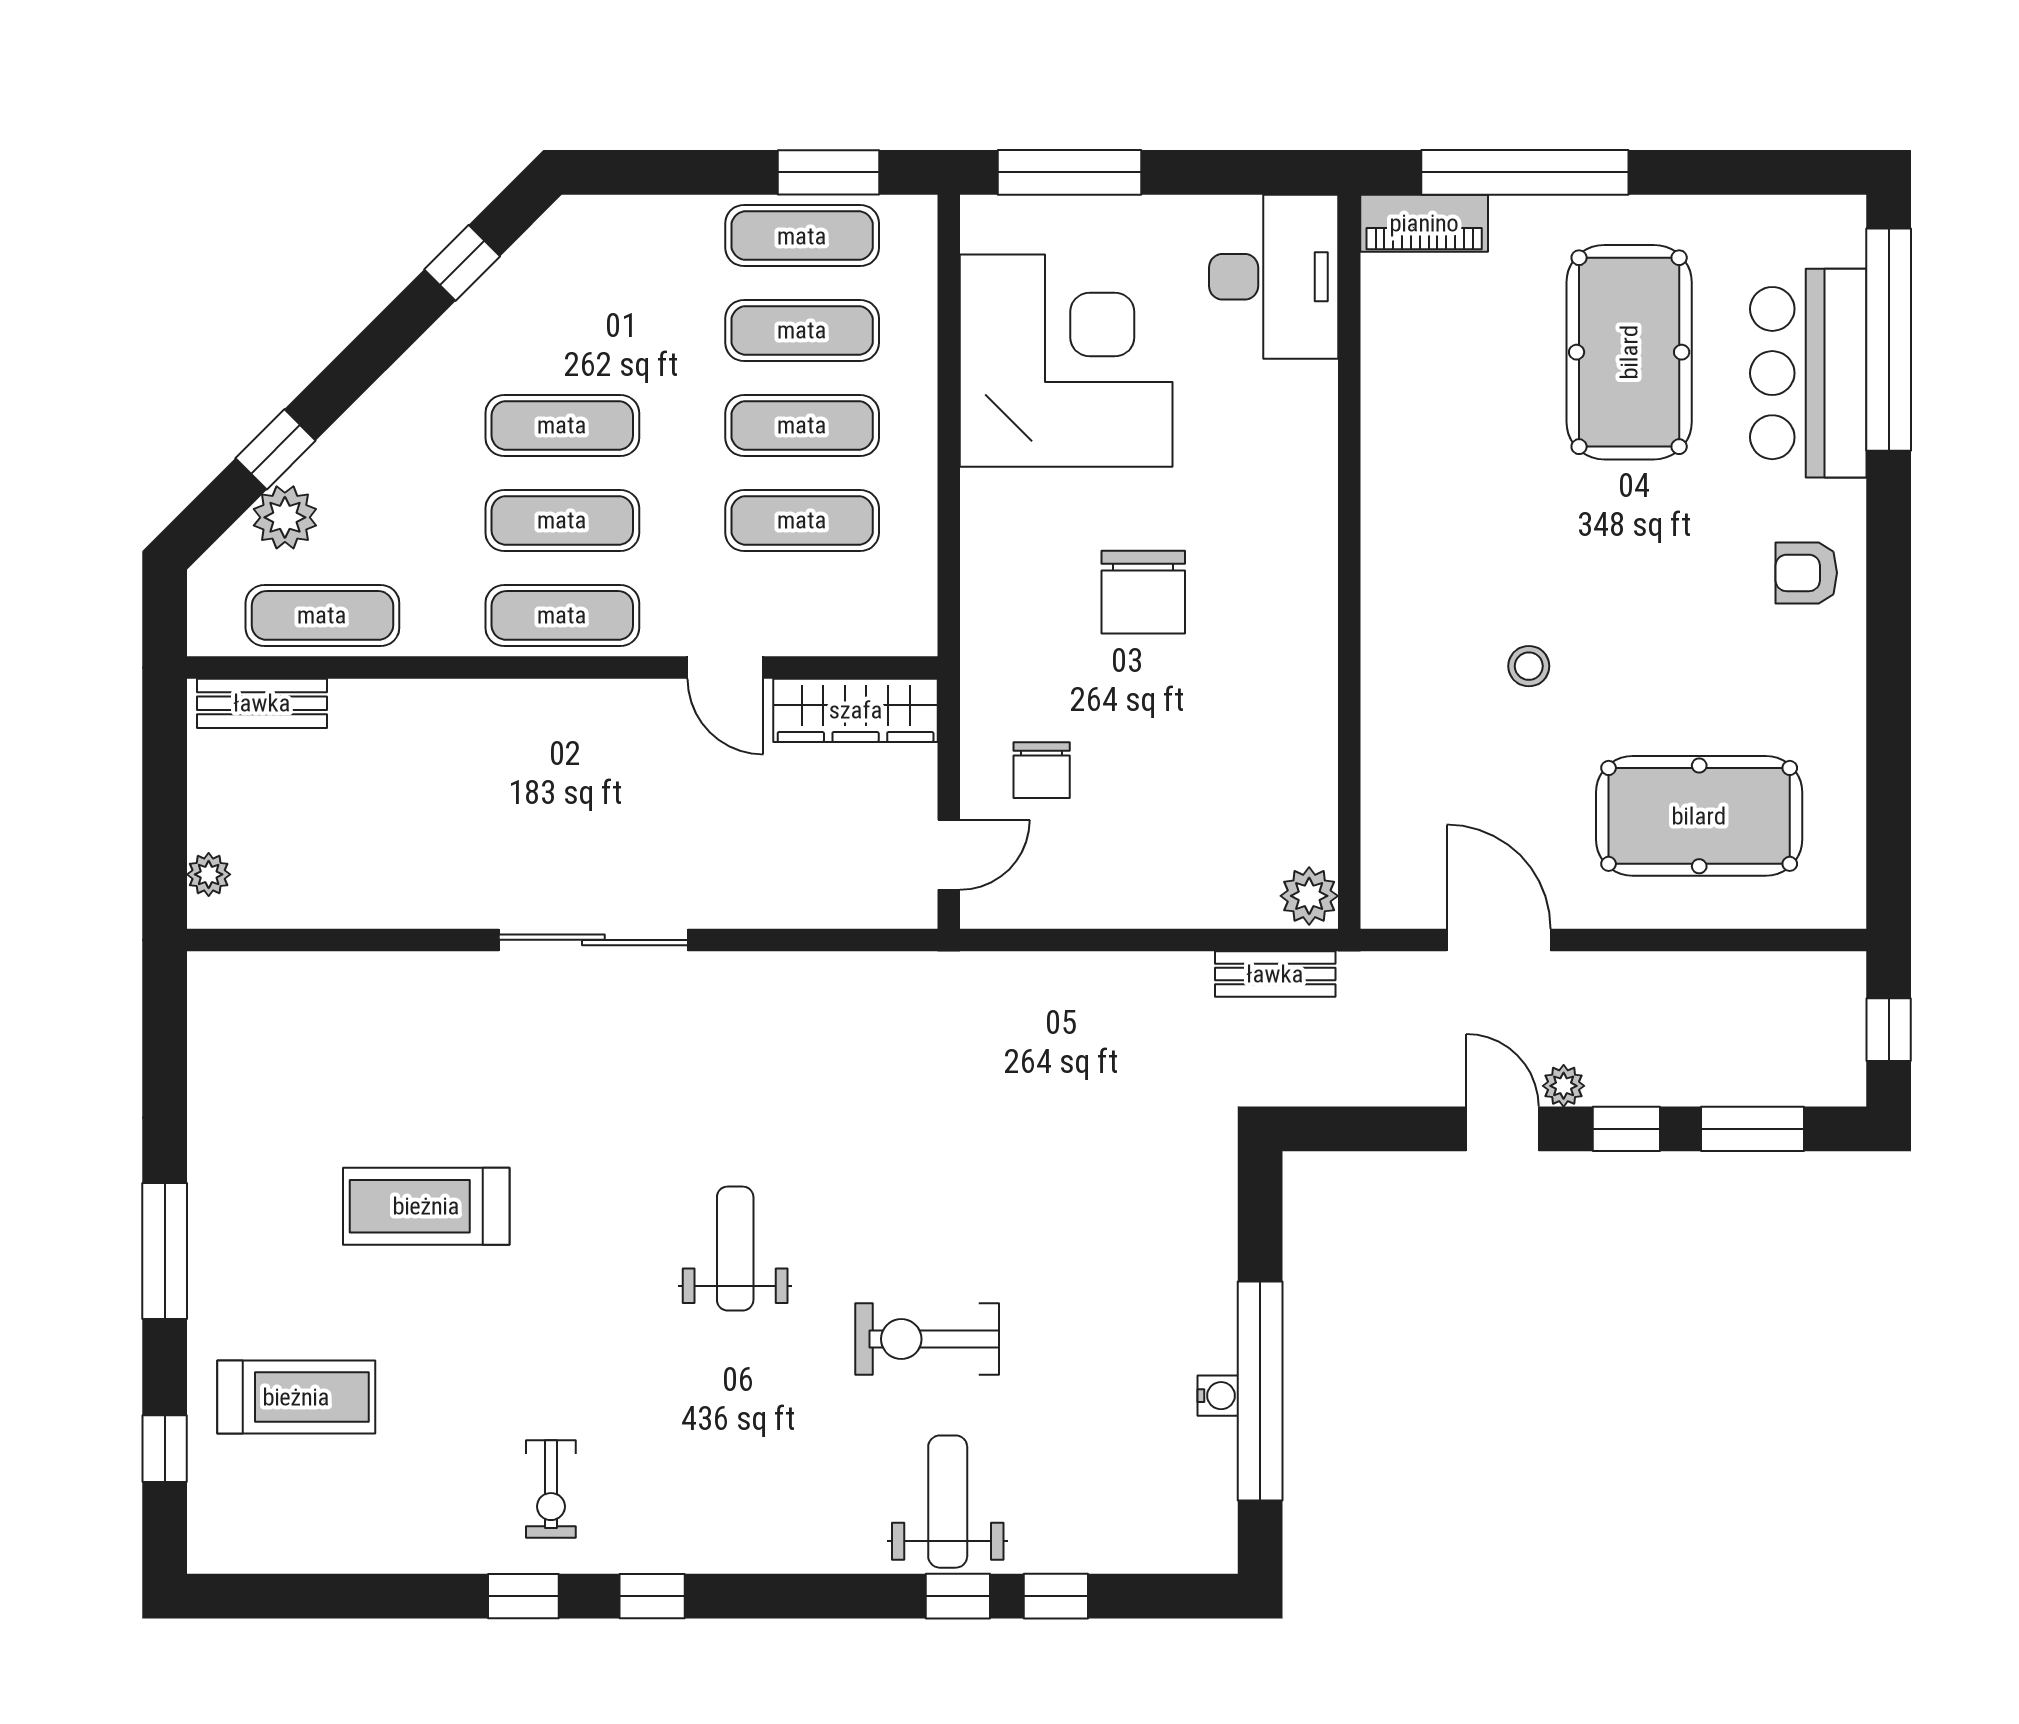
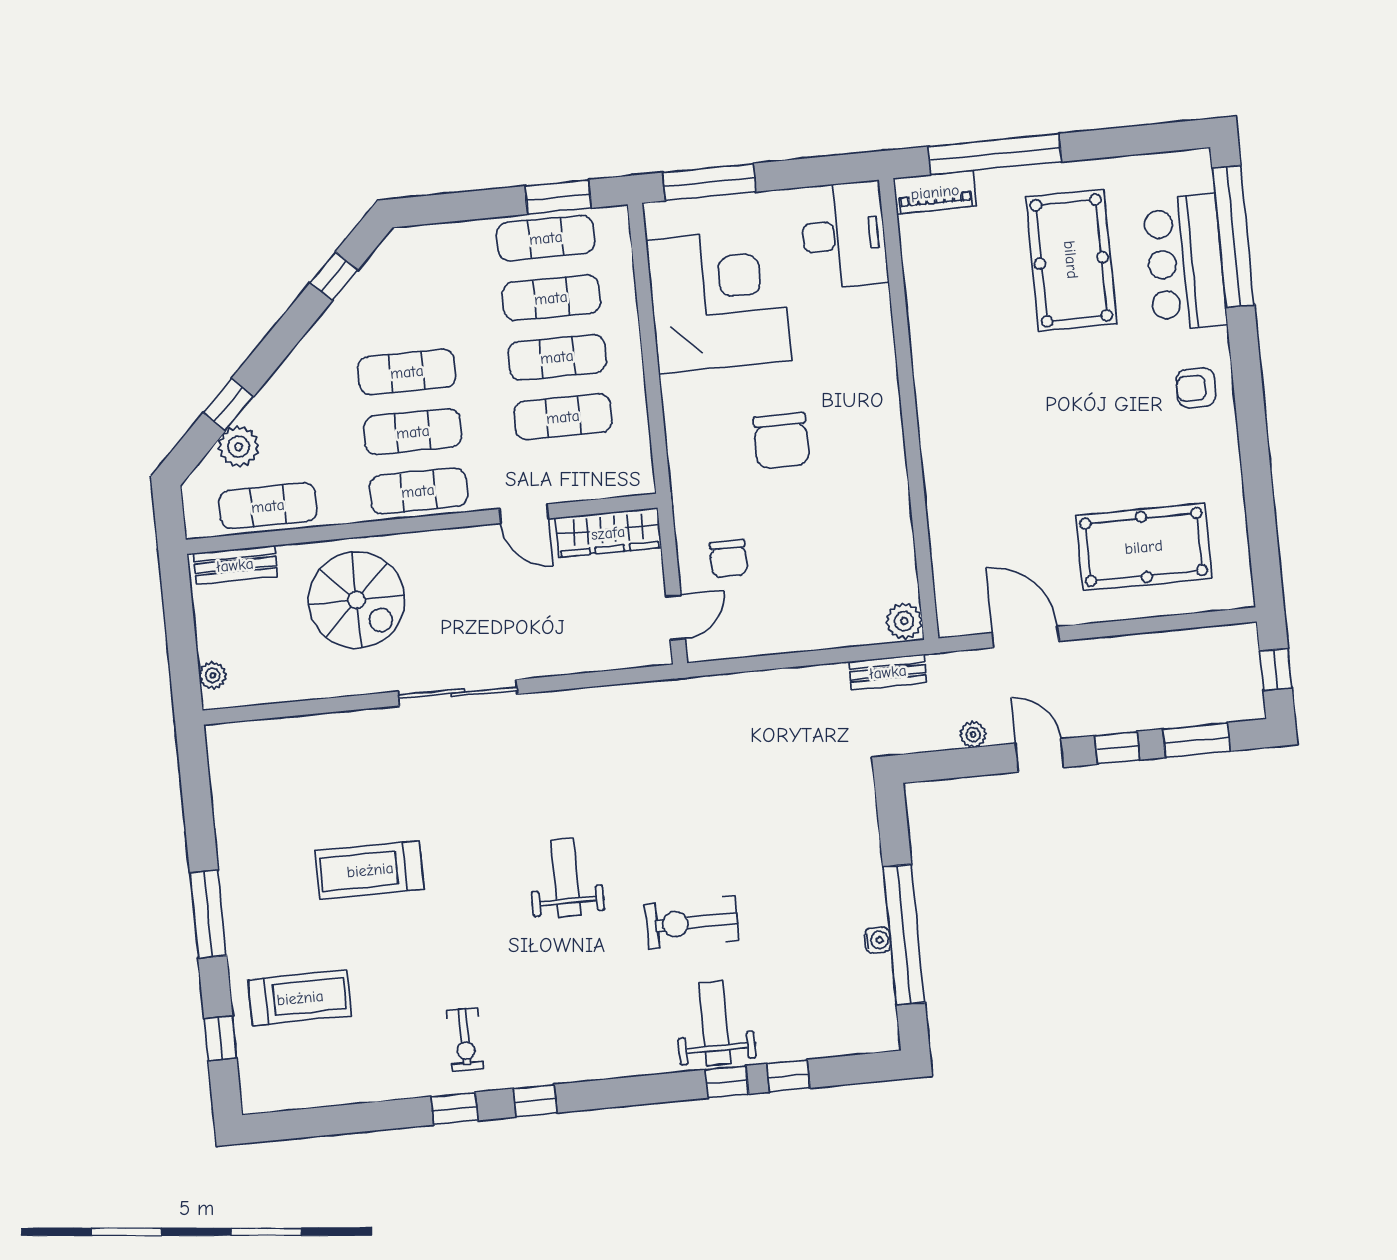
stool: (1529, 666) -> (1028, 463), removed
spiral stairs: (448, 778) -> (357, 600), added
plant: (1564, 1086) -> (973, 735), moved

